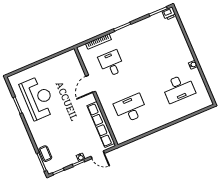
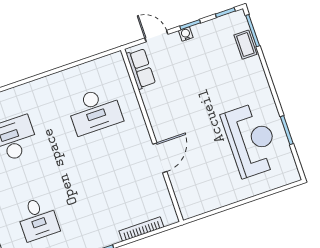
desk: (111, 64) -> (38, 219), moved
reception desk: (38, 98) -> (251, 140), turned 180
row of seats: (101, 125) -> (141, 69), width x0.50

